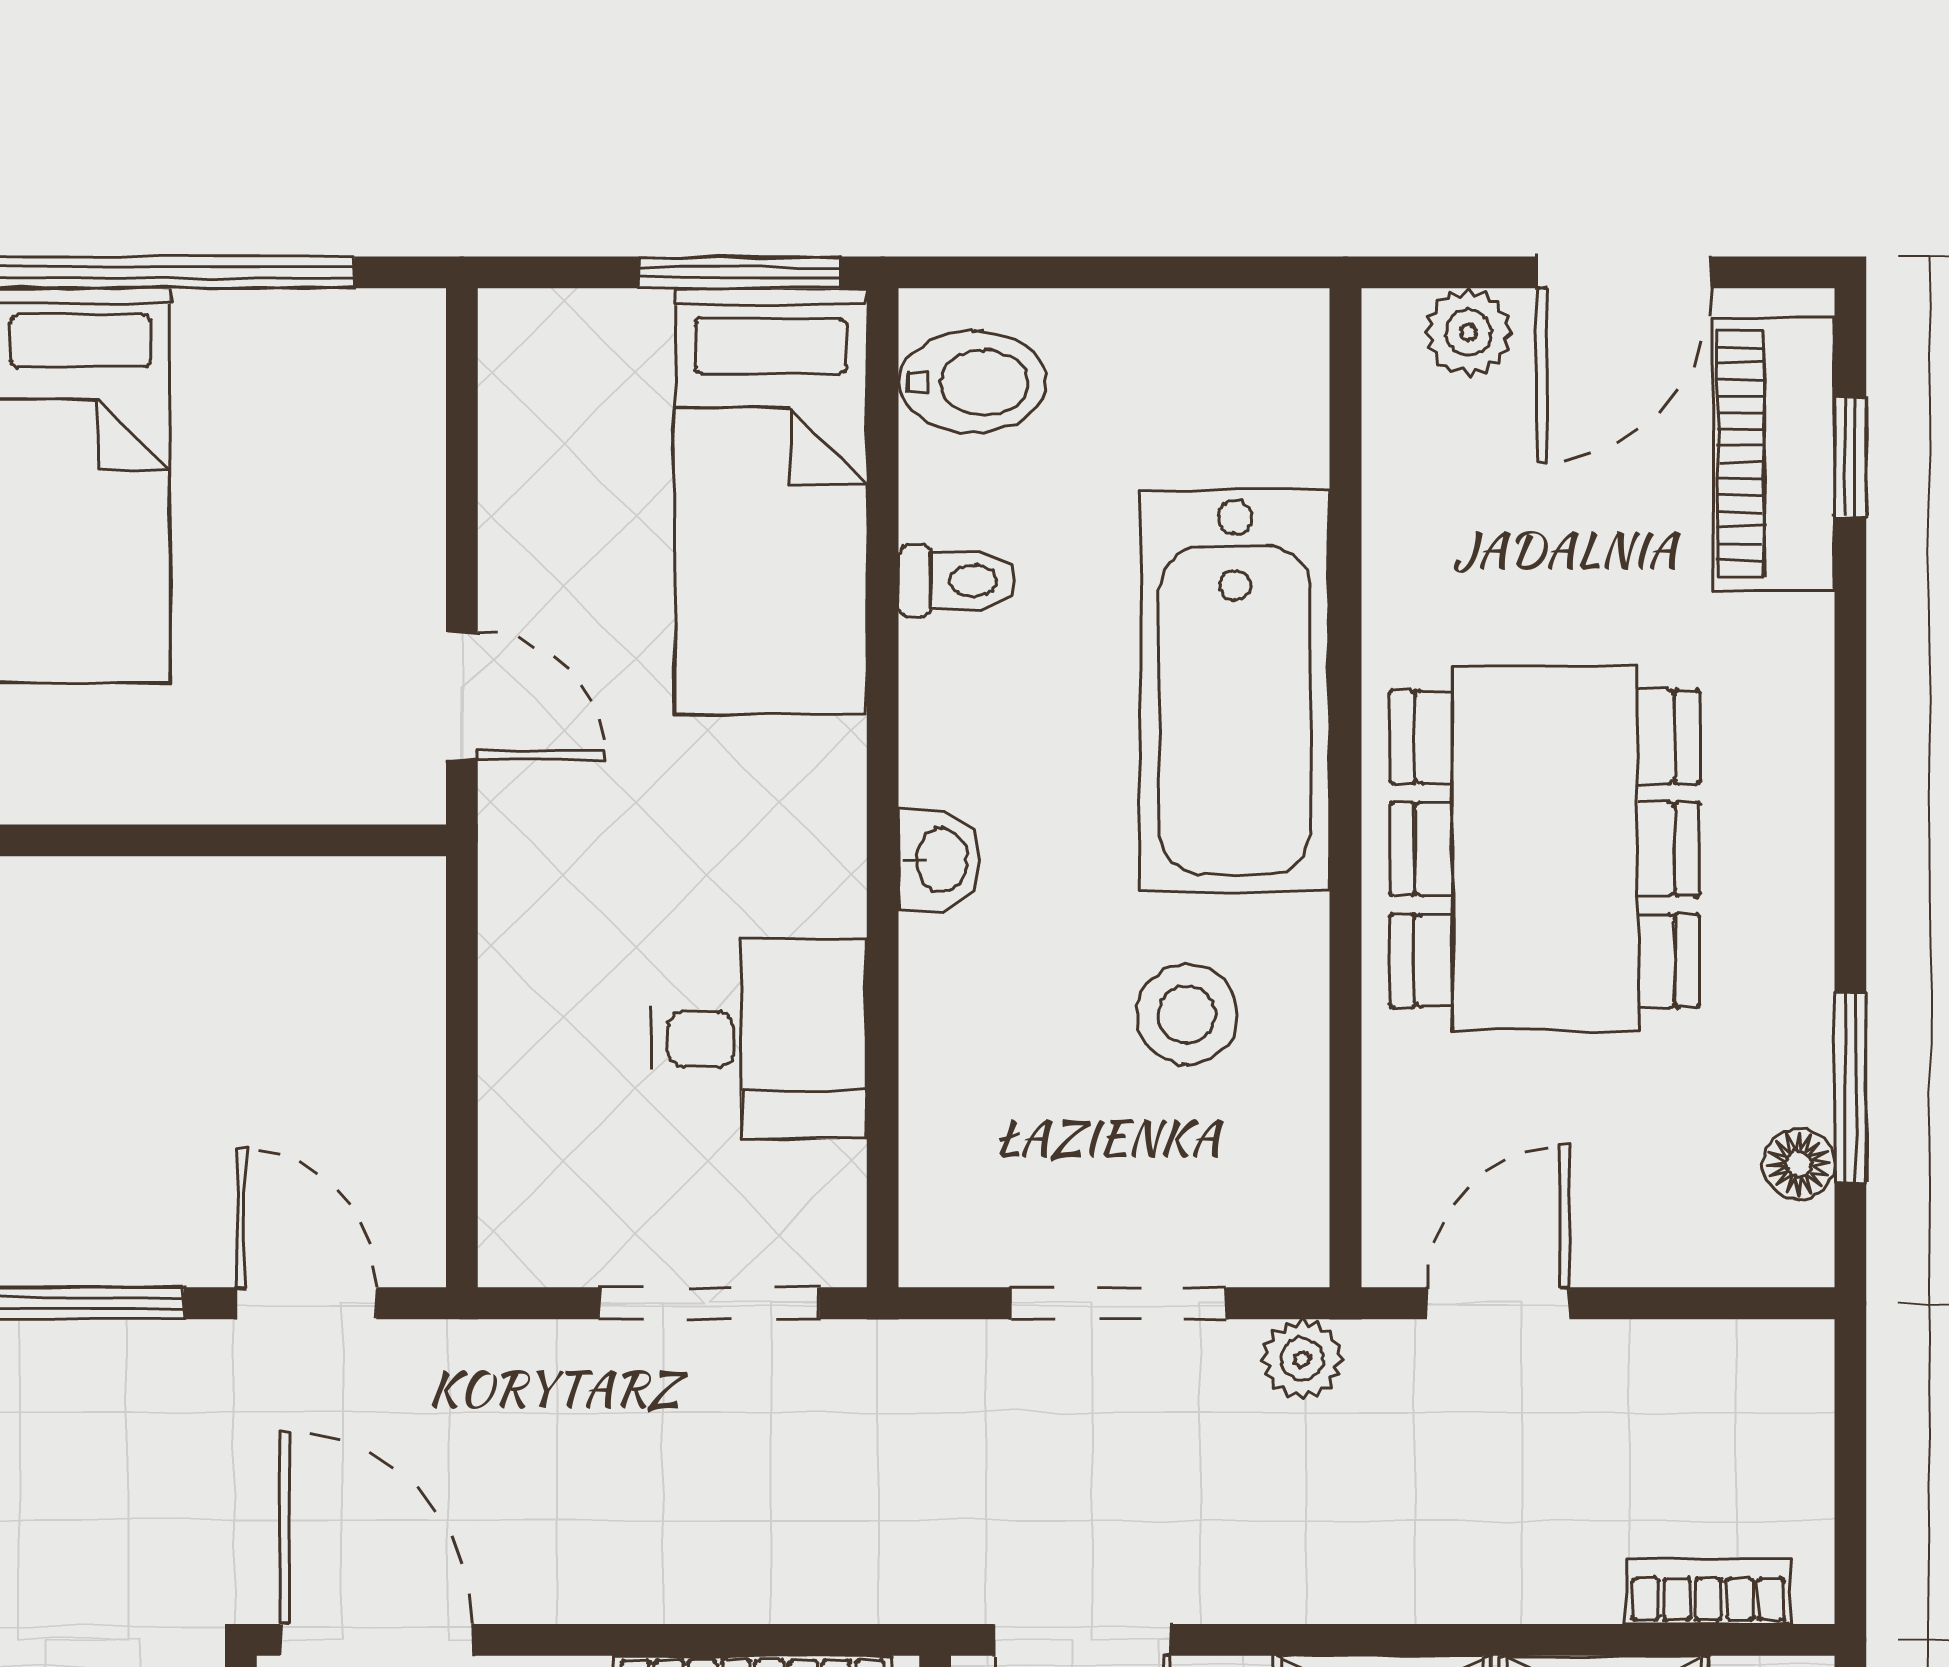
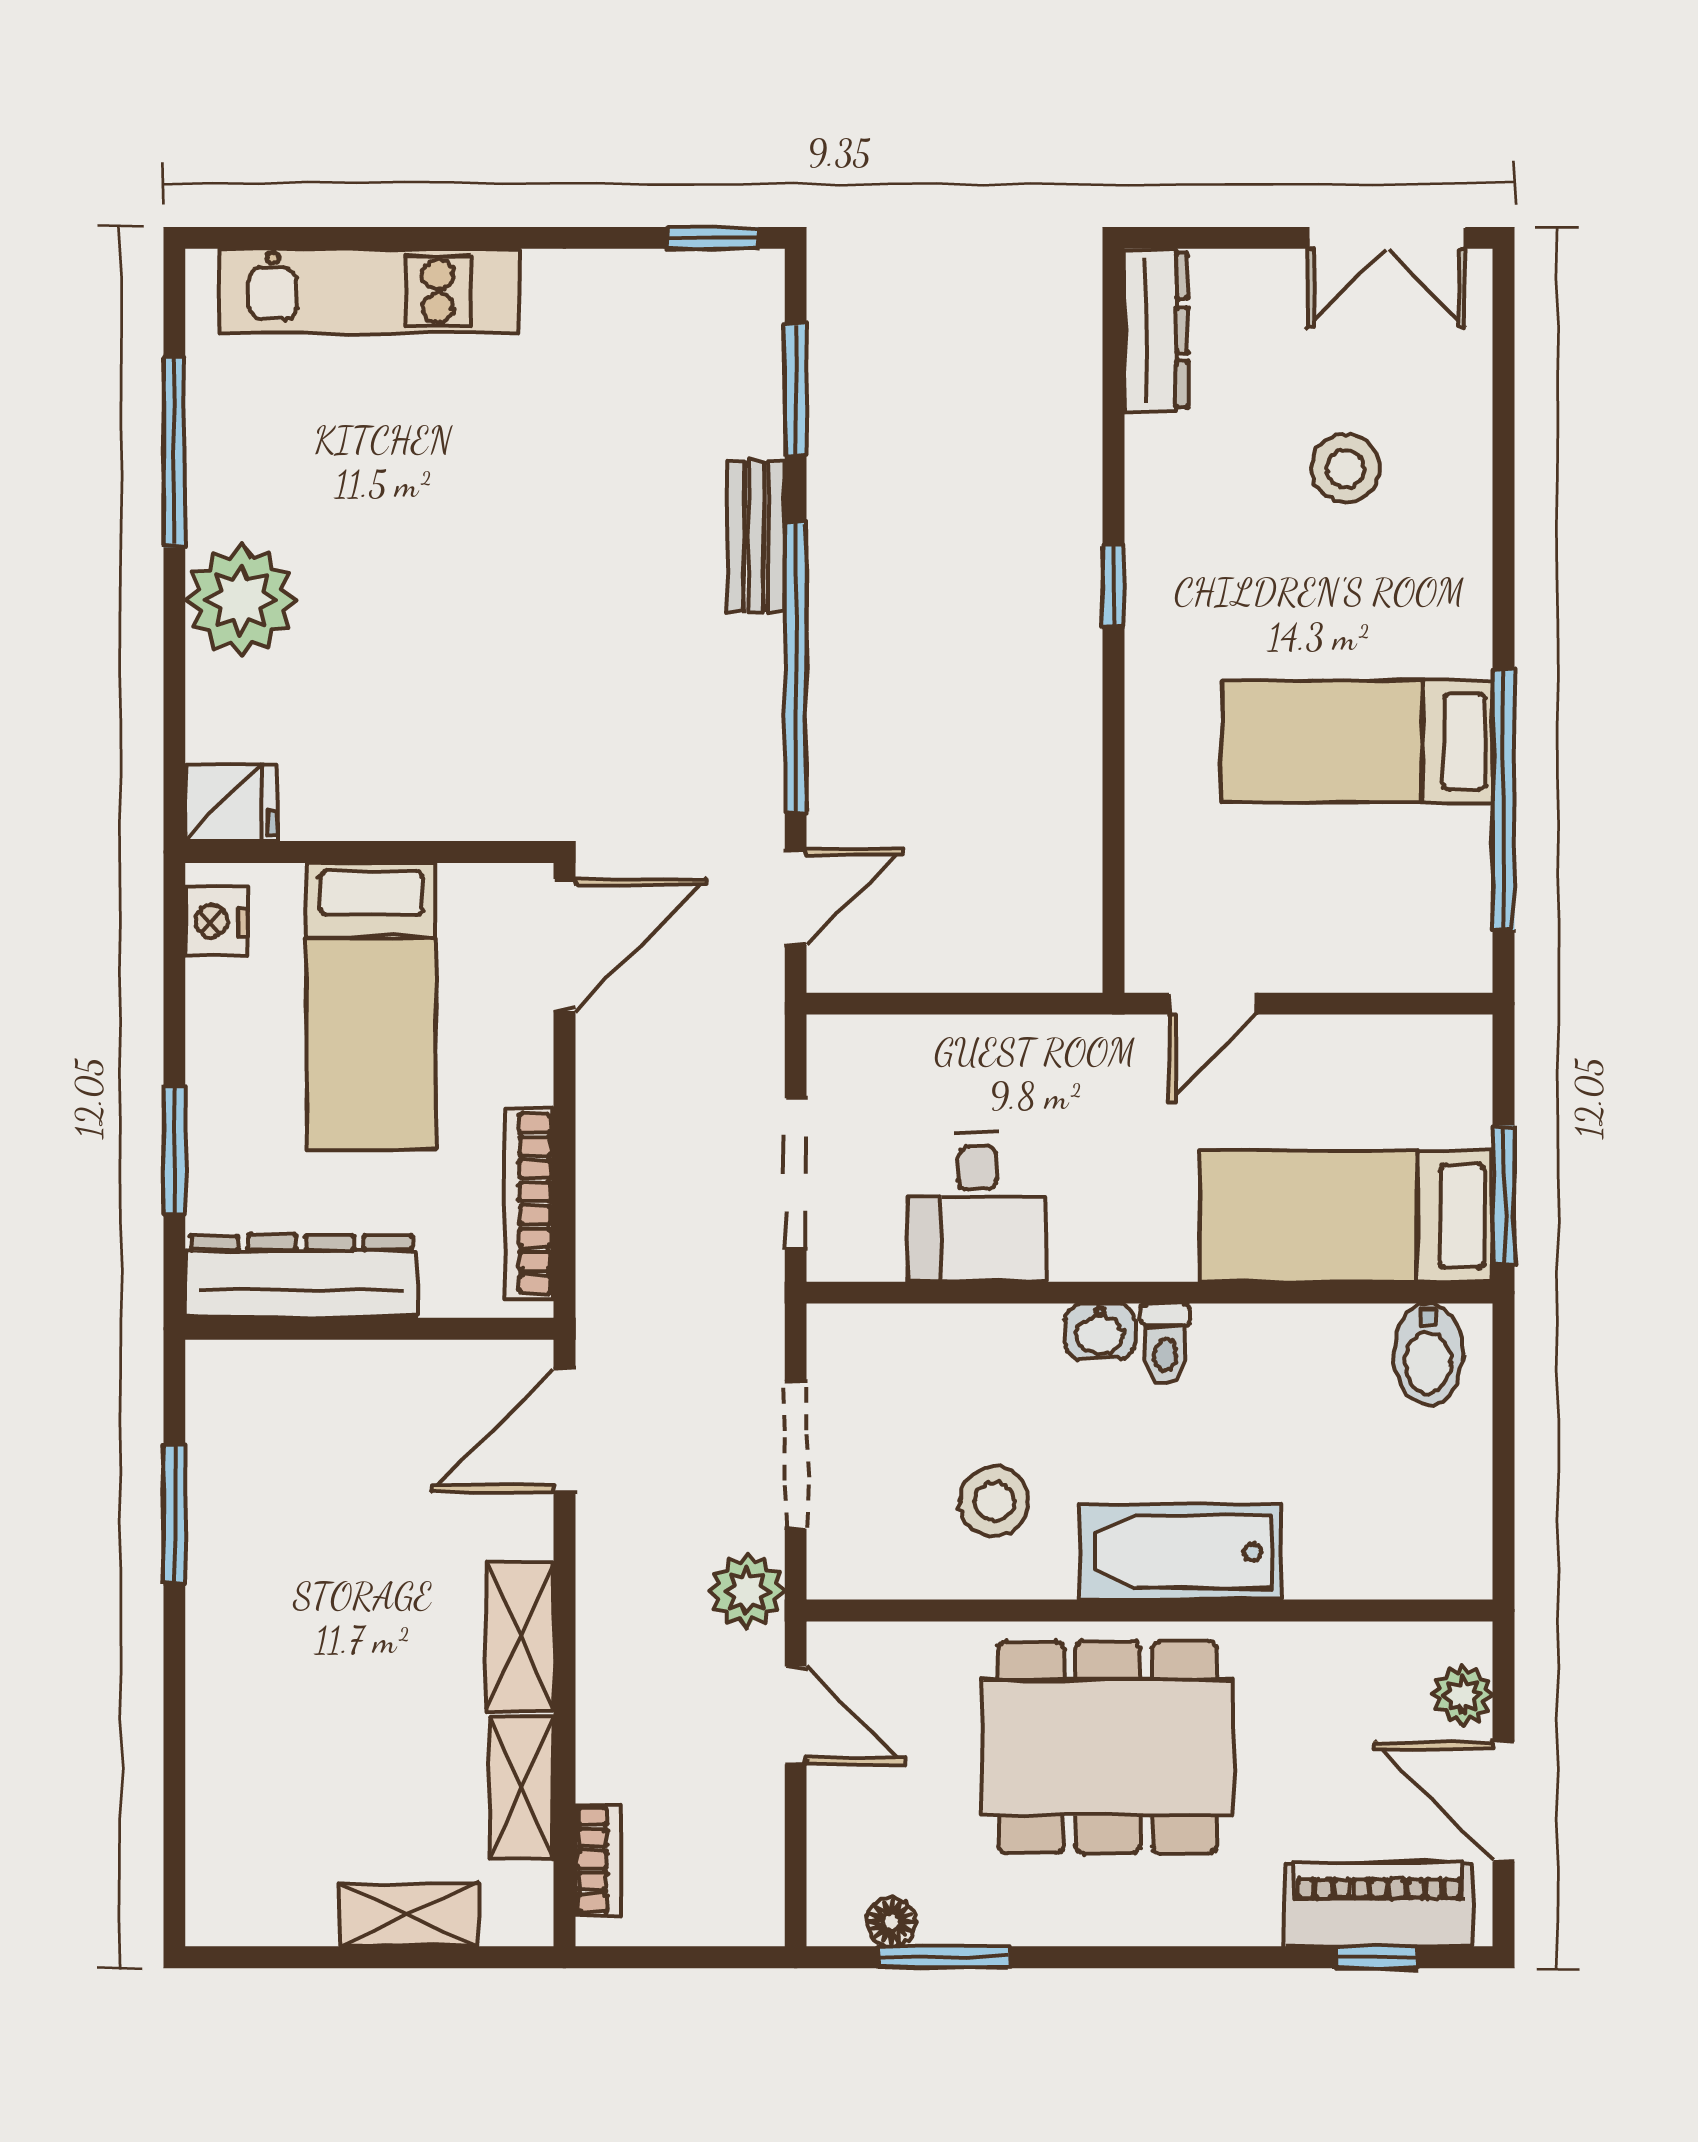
toilet: (957, 581) -> (1165, 1344), moved
bathtub: (1235, 690) -> (1180, 1552), width x0.73, depth x0.73
plant: (1302, 1359) -> (747, 1591), width x1.38, depth x1.38

